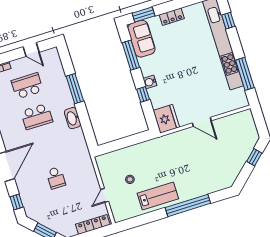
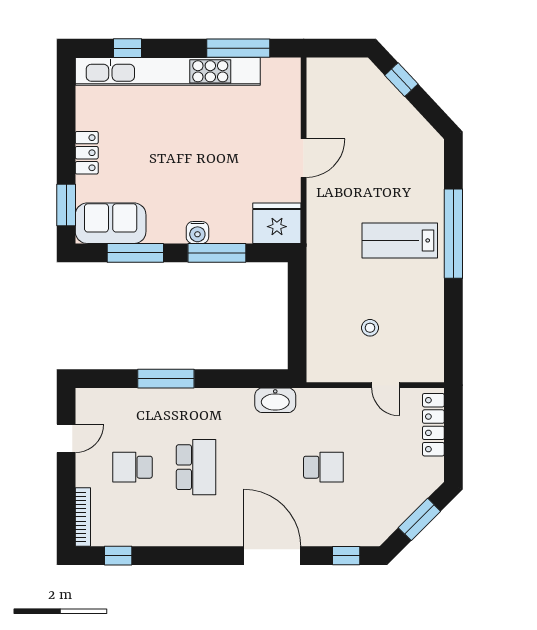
school desk: (27, 86) -> (132, 467), width x0.54
window: (143, 94) -> (217, 253), width x2.17
washbasin: (73, 118) -> (275, 400), moved
lab bench: (158, 196) -> (400, 240), moved, turned -90

